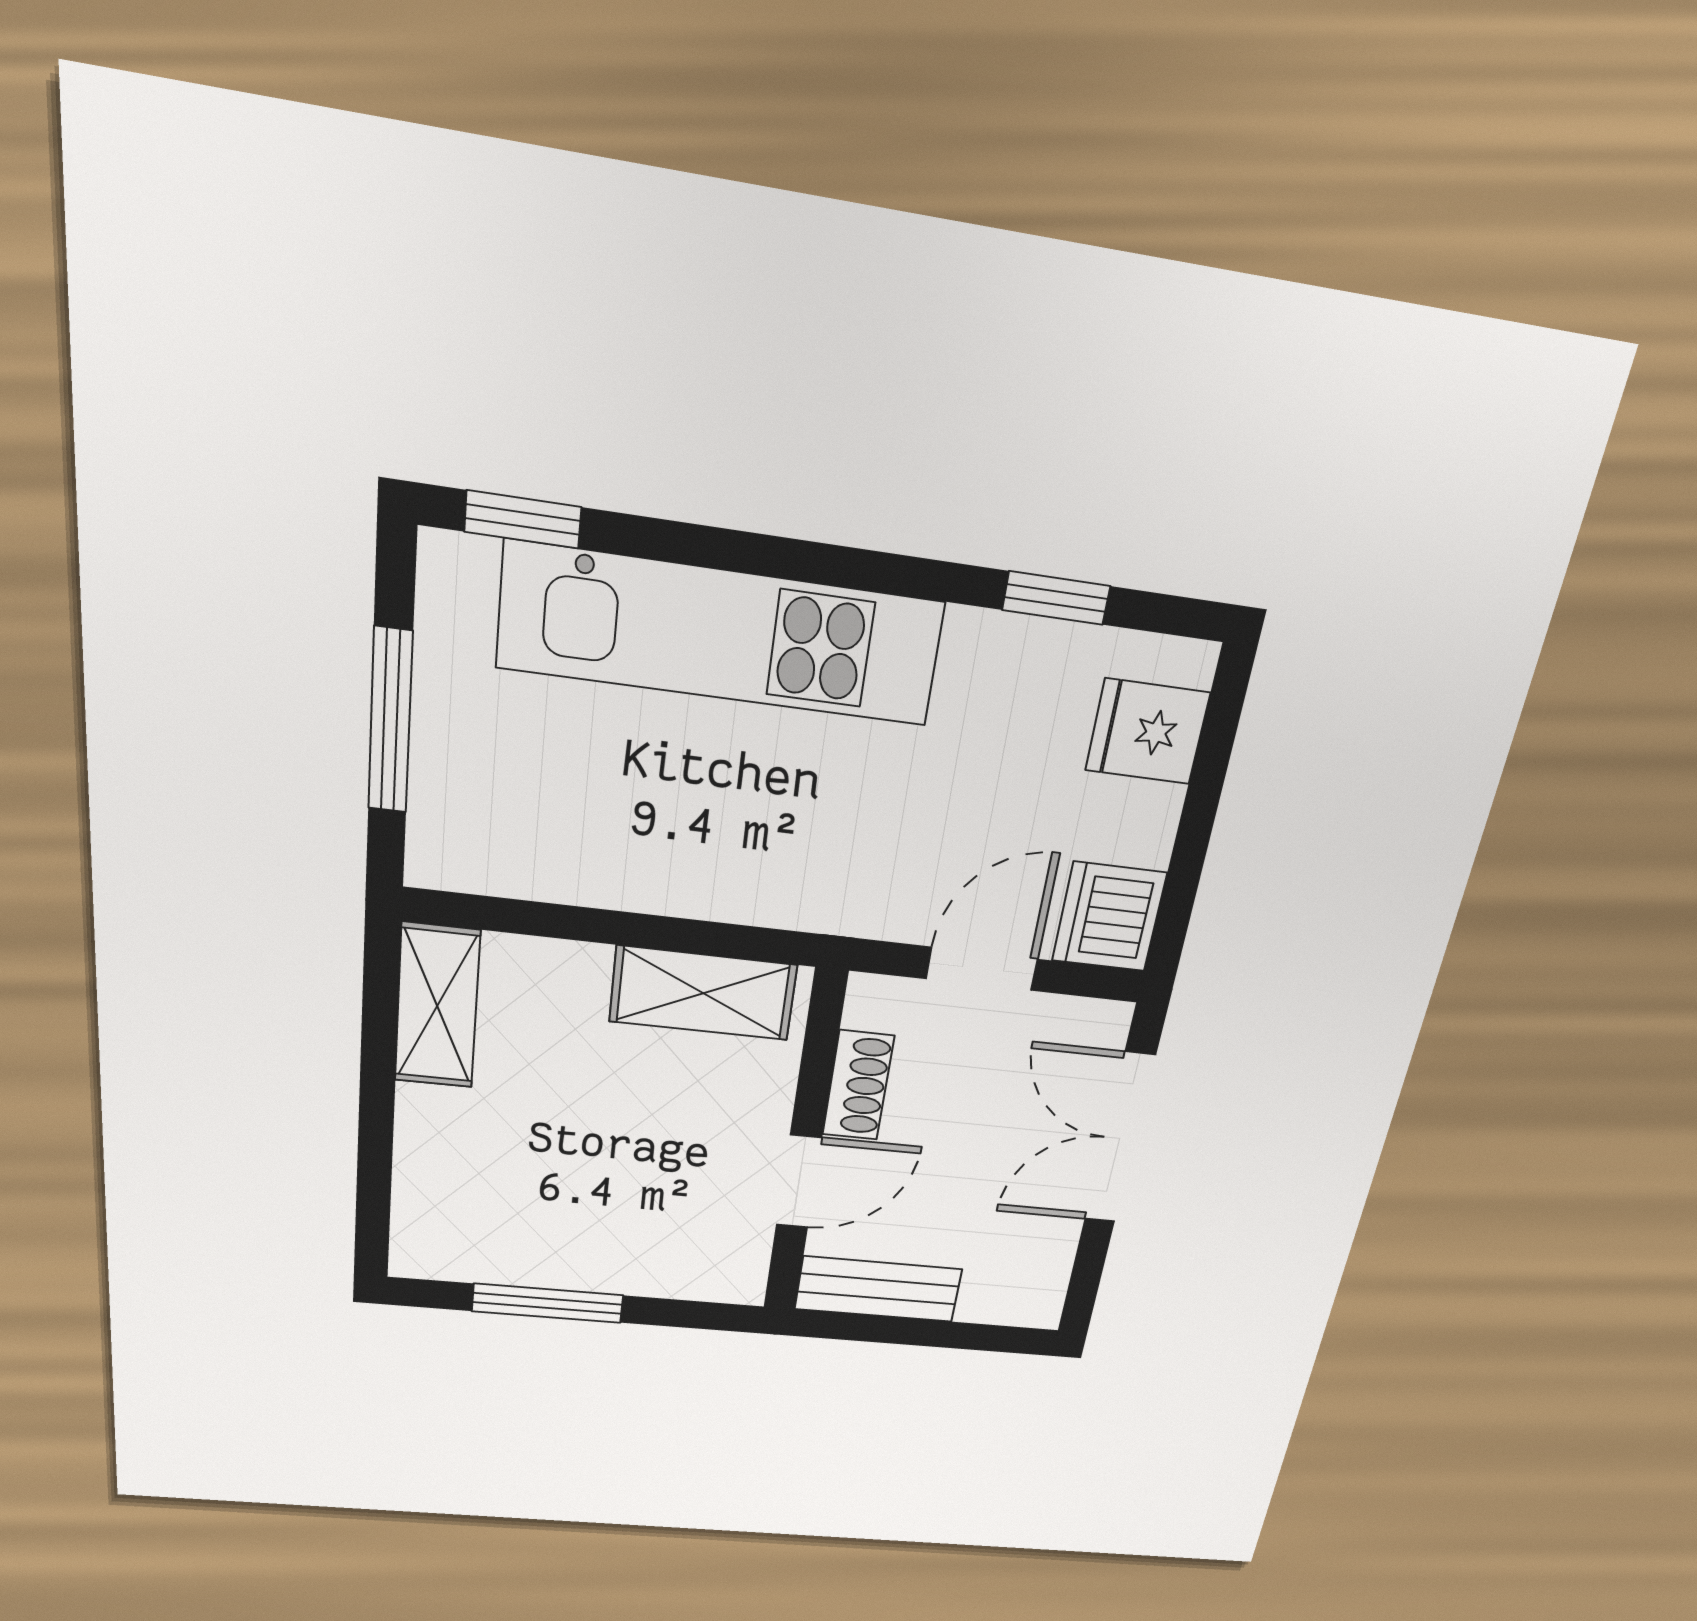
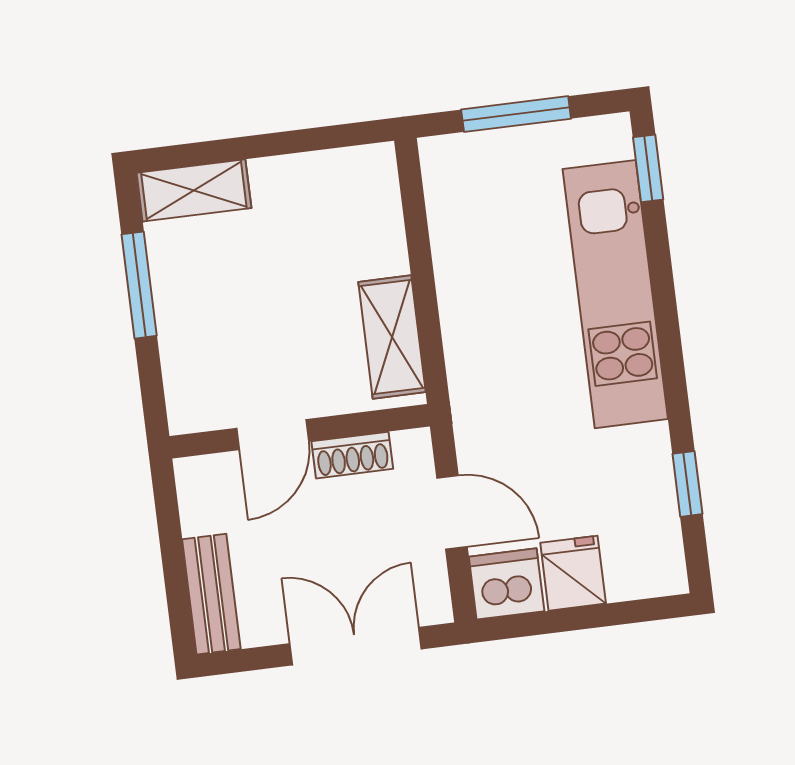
fridge: (1148, 732) -> (573, 573), moved
shelving: (437, 1006) -> (194, 190), moved
door: (799, 1181) -> (273, 435), hinge flipped
bench: (878, 1289) -> (211, 594), moved

